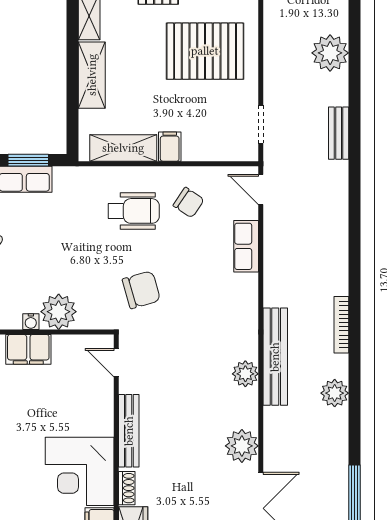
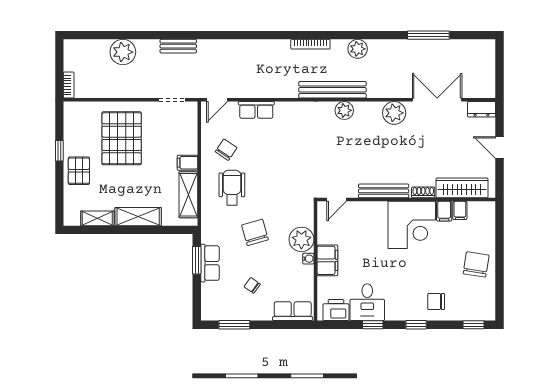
chair: (141, 290) -> (255, 232), moved

